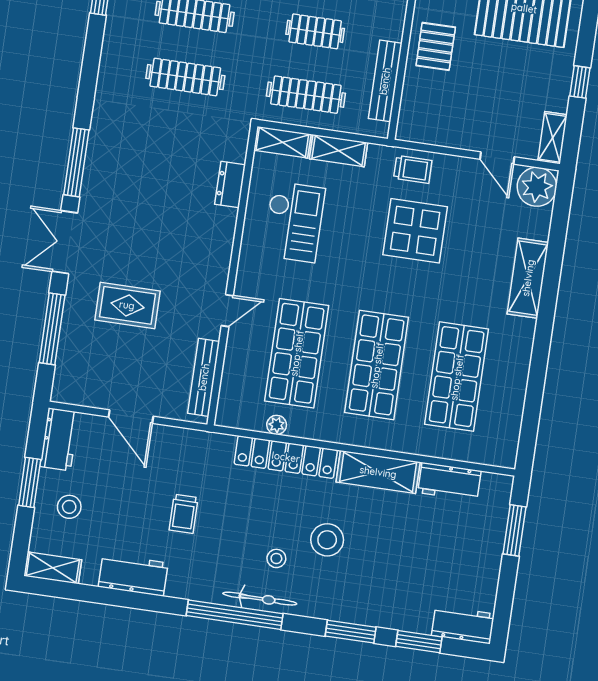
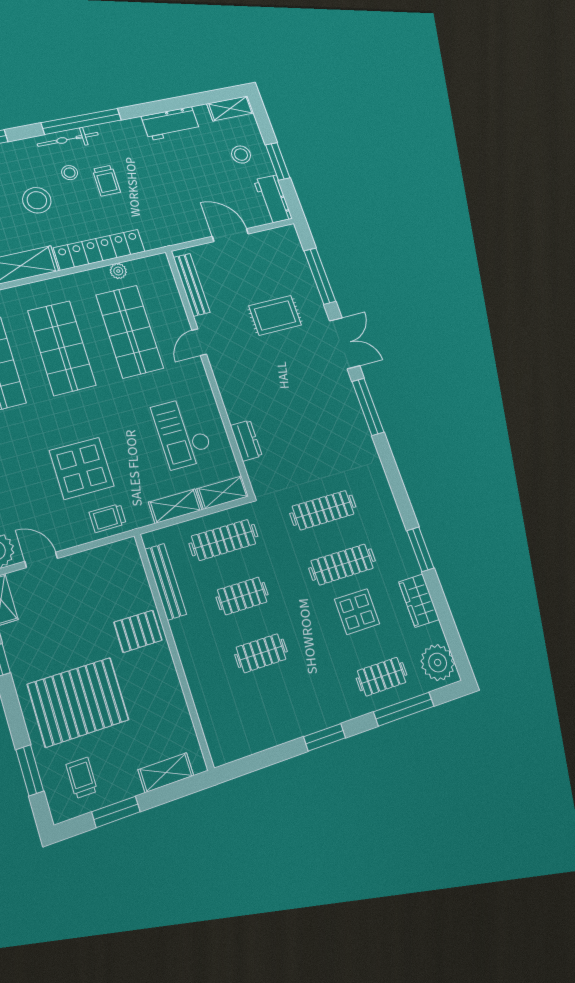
pallet: (436, 46) -> (138, 631), turned 90
trolley: (184, 514) -> (106, 181), moved, turned 180

